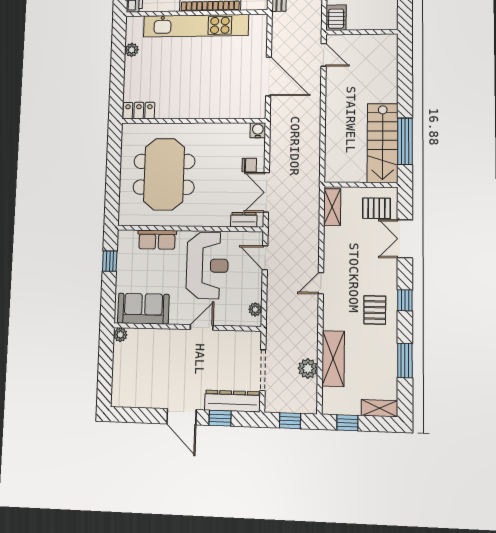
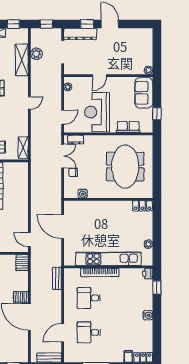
water cooler: (258, 130) -> (83, 193), moved
door: (265, 258) -> (63, 117), hinge flipped
sofa: (143, 309) -> (144, 93), moved, turned 90

